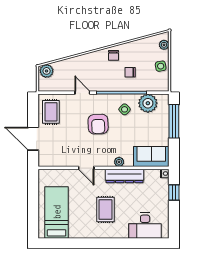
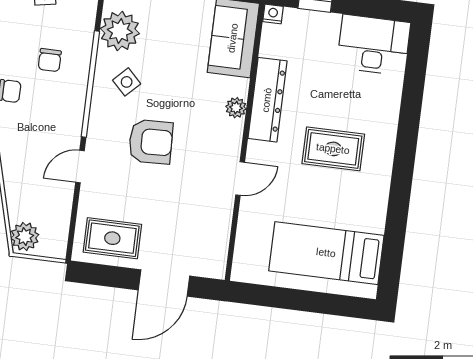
desk: (145, 226) -> (373, 45), moved, turned -90

